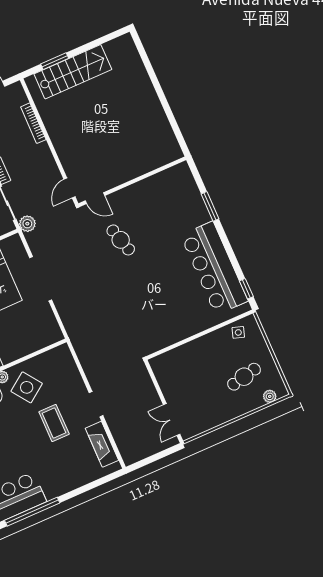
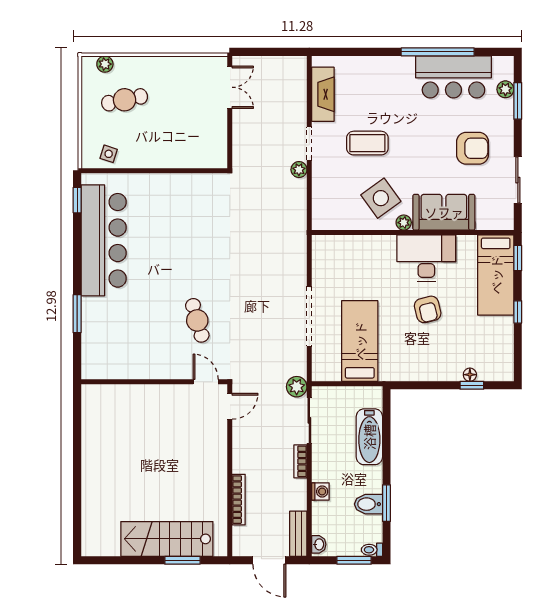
plant: (95, 382) -> (299, 170), added
coffee table: (54, 423) -> (367, 143), turned 90

